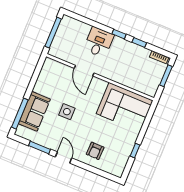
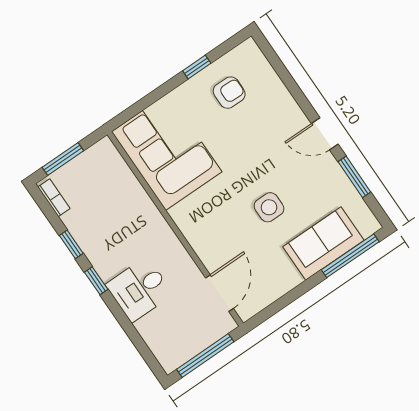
door: (84, 71) -> (220, 293), moved
armchair: (95, 151) -> (229, 93), moved
door: (64, 157) -> (325, 134), hinge flipped

